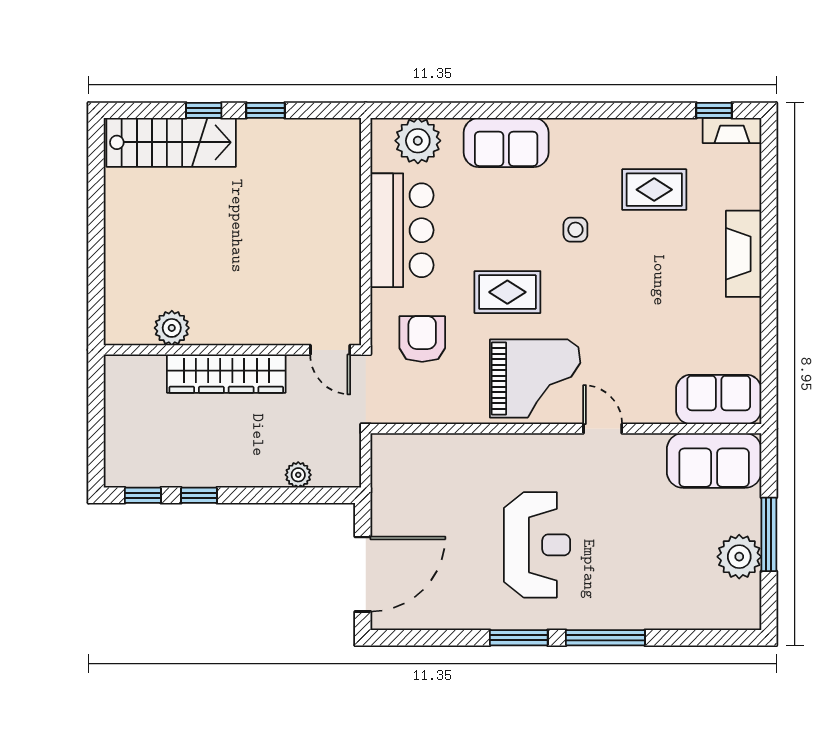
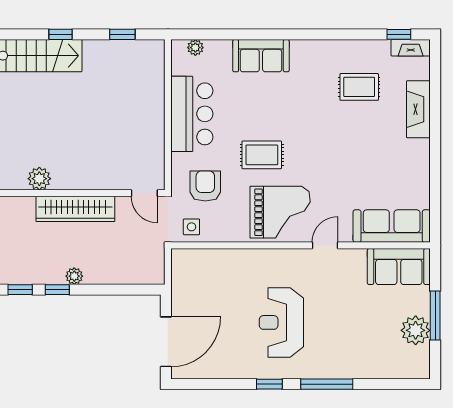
window: (266, 110) -> (122, 34), moved
plant: (418, 141) -> (195, 48), width x0.53, depth x0.53
side table: (575, 230) -> (191, 227), moved
fireplace: (744, 254) -> (418, 109), moved
sofa: (719, 399) -> (392, 226), width x1.36
door: (603, 429) -> (325, 245), hinge flipped
plant: (298, 475) -> (74, 276), moved
reception desk: (537, 545) -> (281, 322), turned 180
window: (519, 638) -> (269, 384), width x0.67

